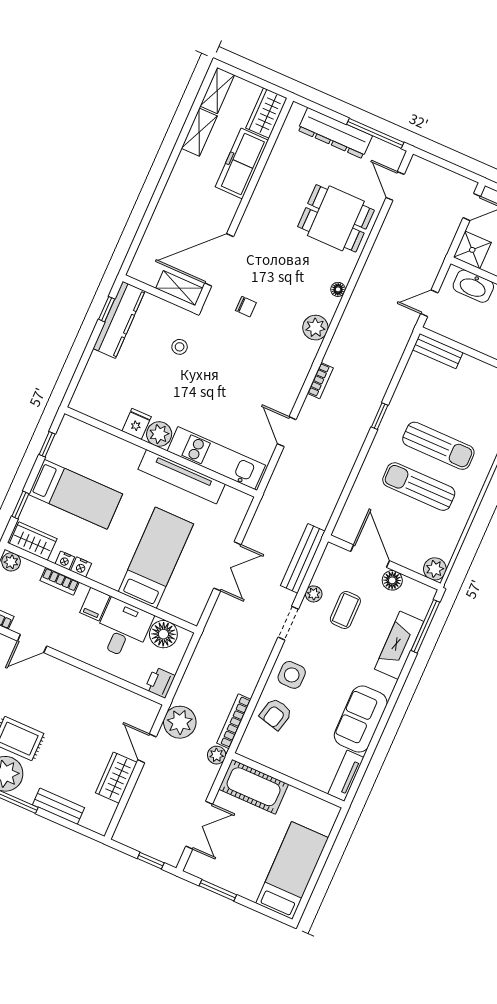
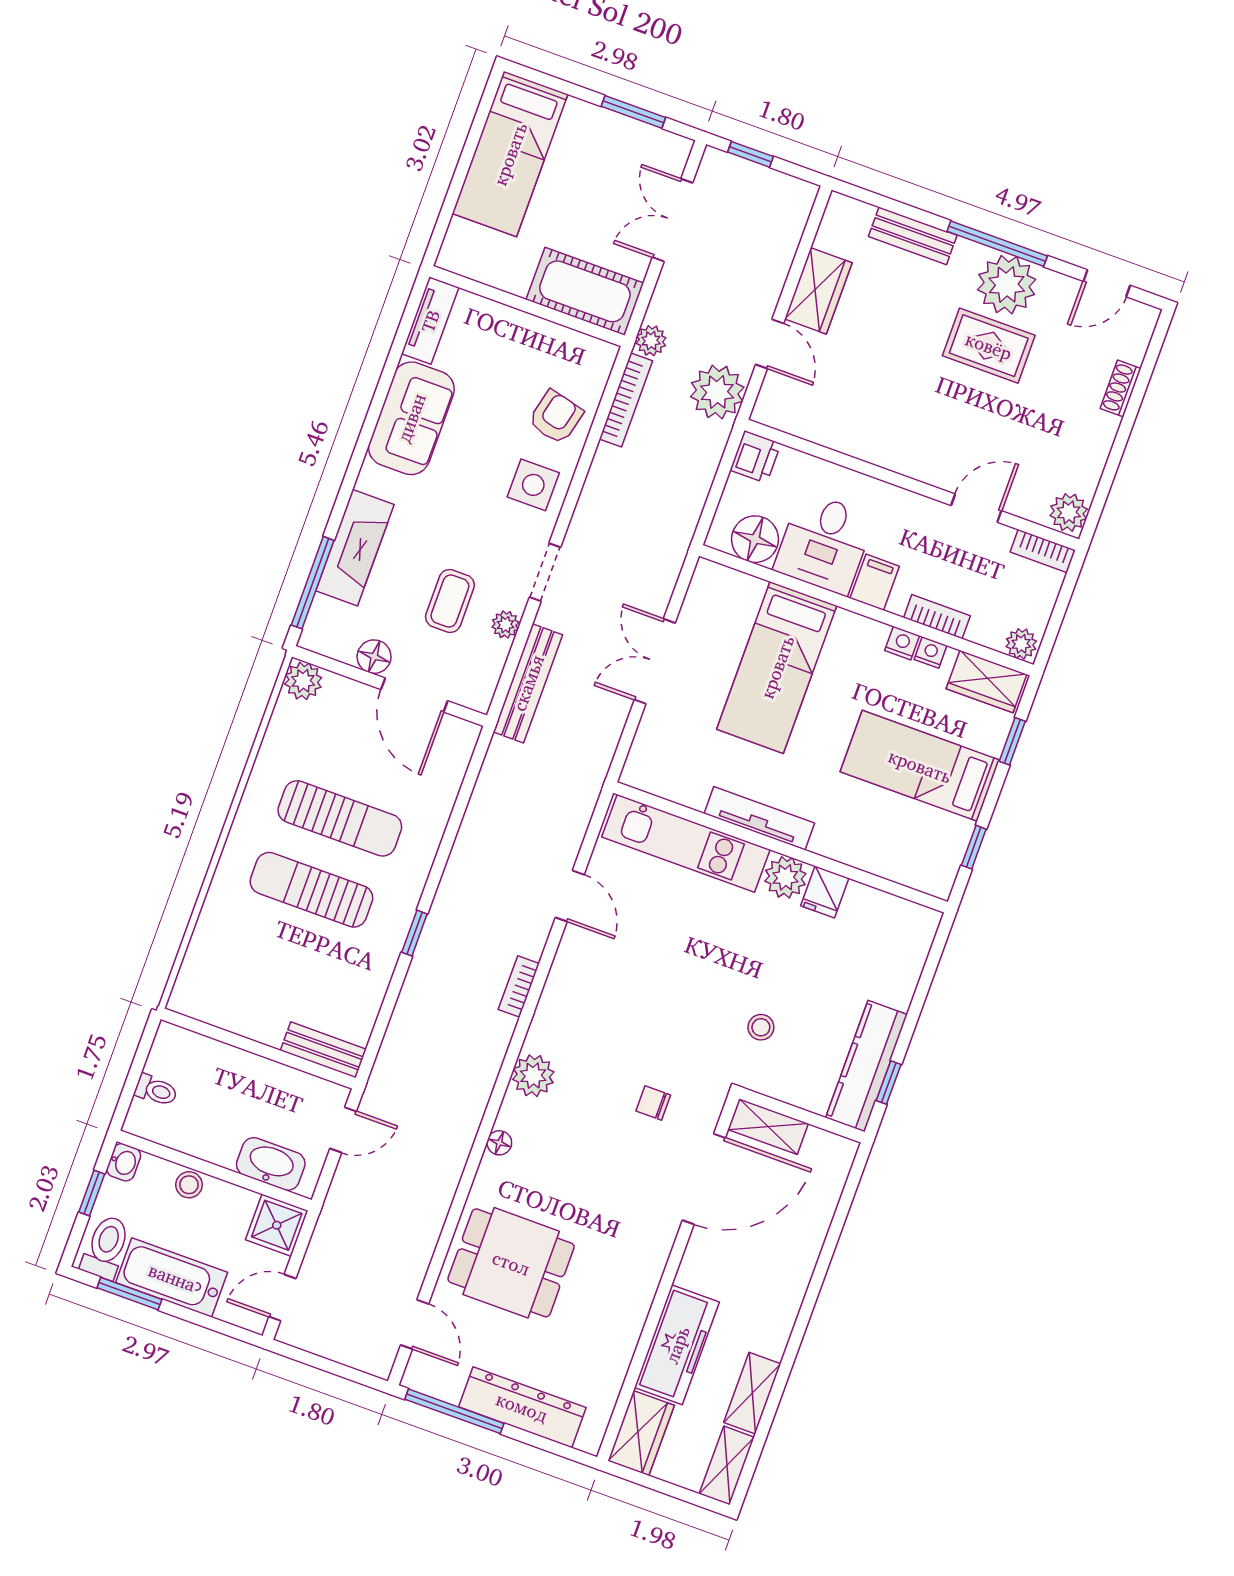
tv unit: (182, 477) -> (759, 818), width x0.73, depth x0.78

